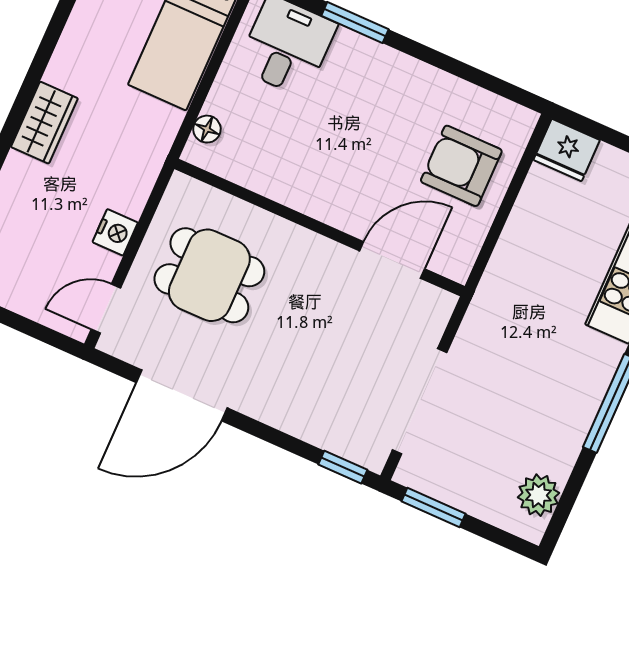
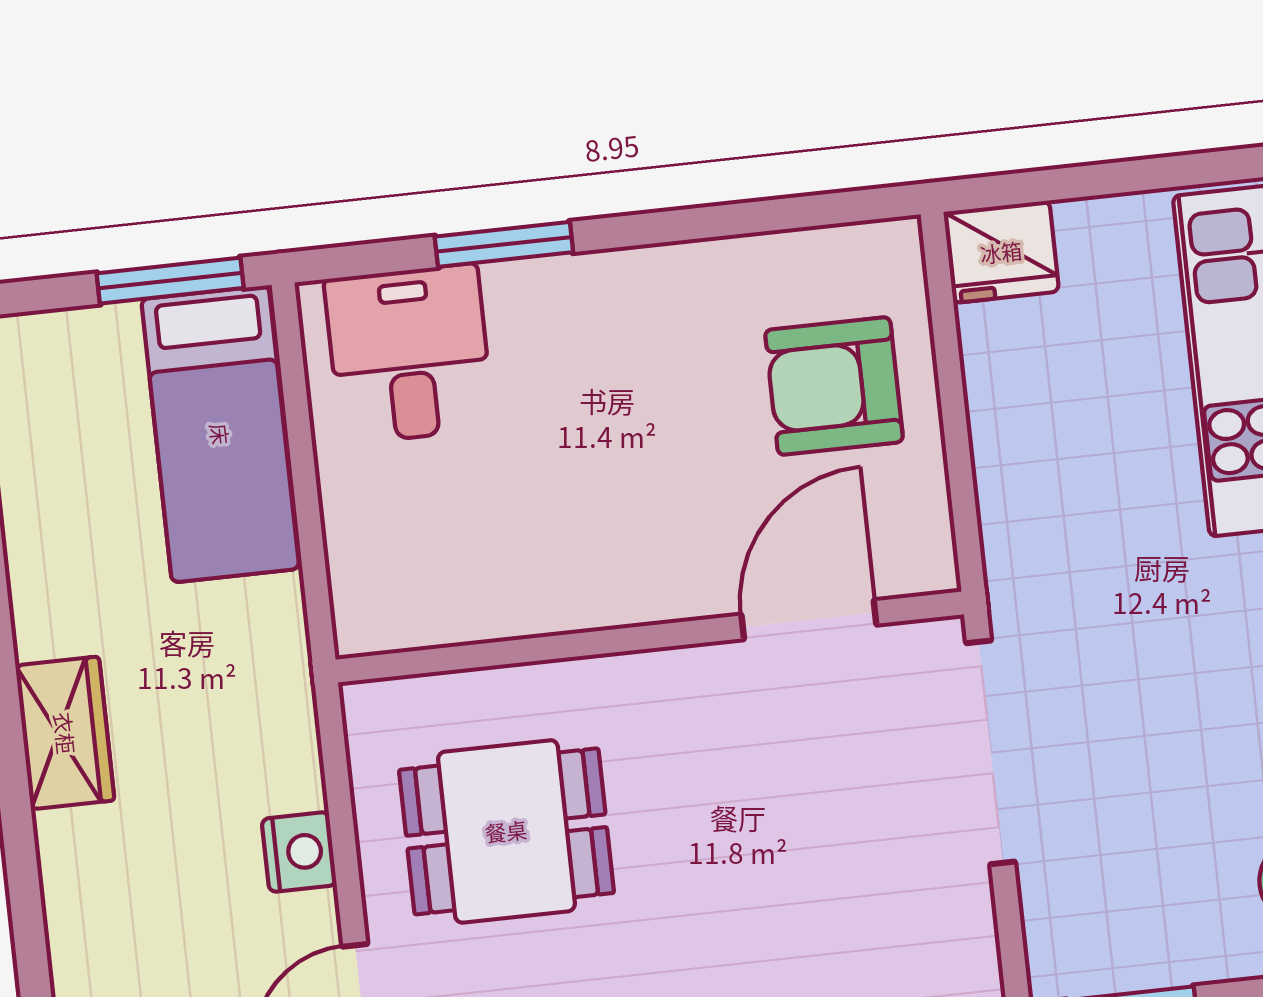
floor lamp: (207, 129) -> (354, 580), removed
doorway: (420, 401) -> (991, 752), moved

